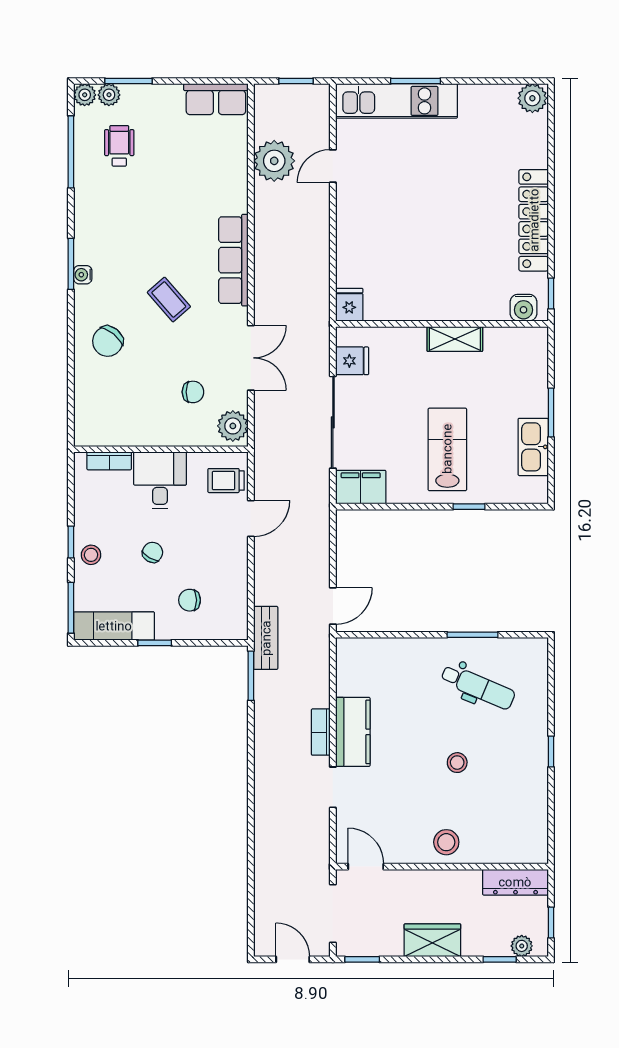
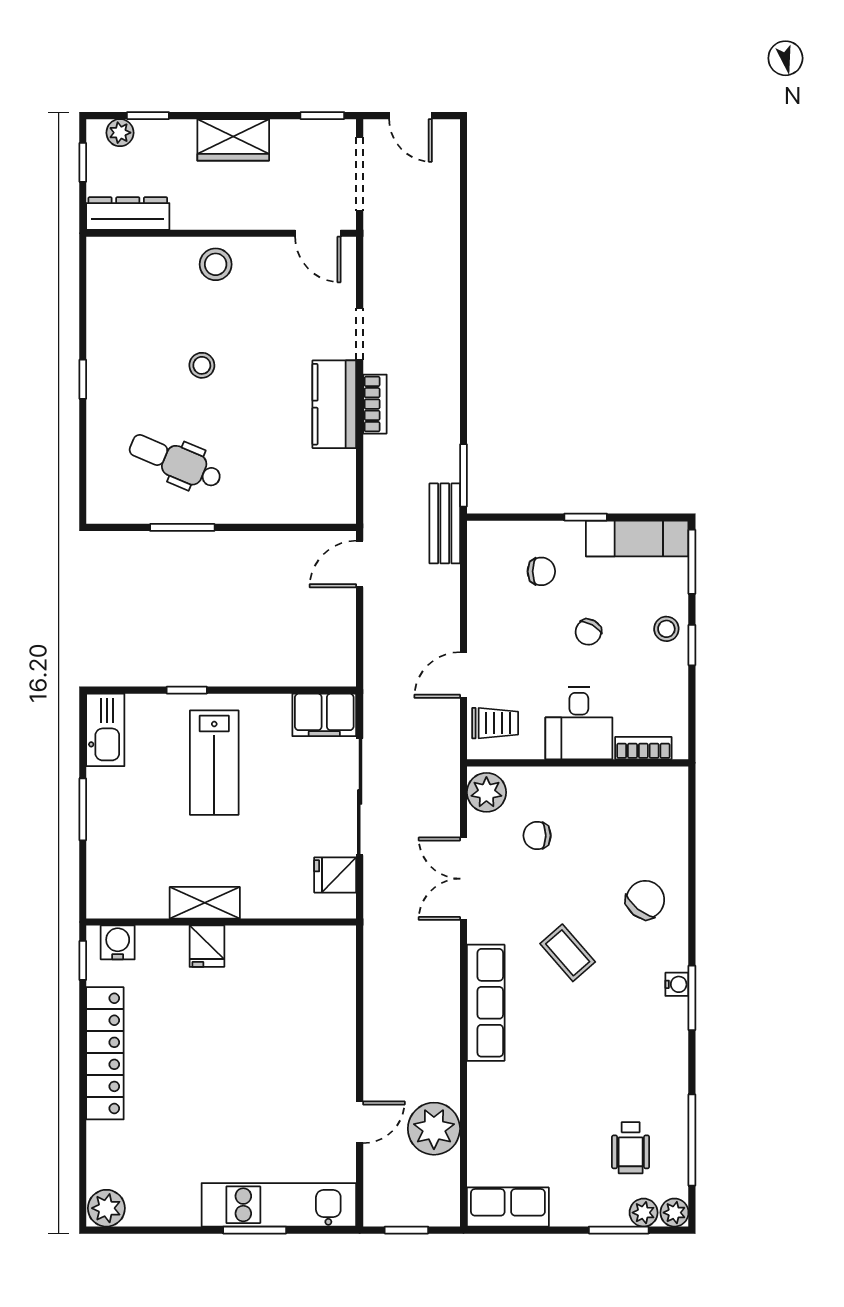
fridge: (349, 305) -> (207, 946), moved
kitchen sink: (533, 447) -> (105, 730), moved

